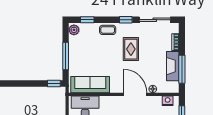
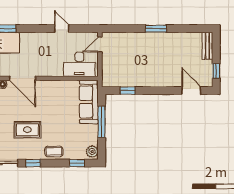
rug: (131, 49) -> (27, 130), turned 90
window: (54, 83) -> (128, 91), moved
sofa: (90, 85) -> (89, 102), moved, turned 90

